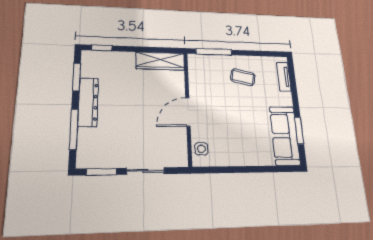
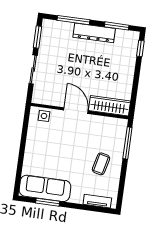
wardrobe: (160, 61) -> (110, 106), moved, turned 90

